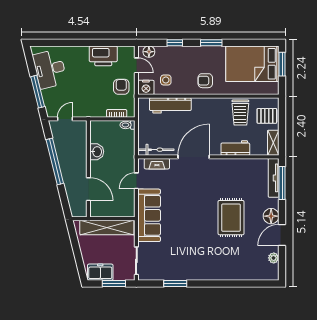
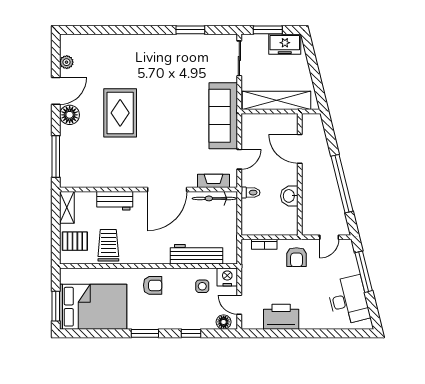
armchair: (121, 87) -> (296, 257), moved
toilet: (127, 125) -> (251, 193), moved
tv unit: (274, 178) -> (66, 163), removed

